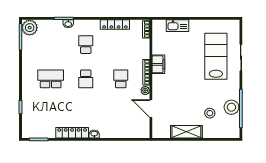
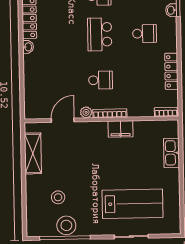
school desk: (86, 79) -> (100, 34), width x1.85
shelving: (186, 132) -> (33, 153), moved

